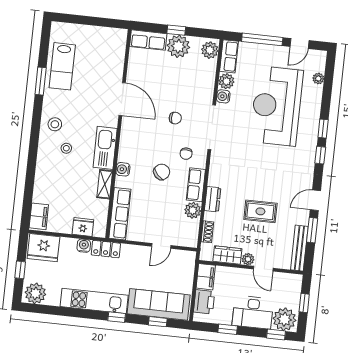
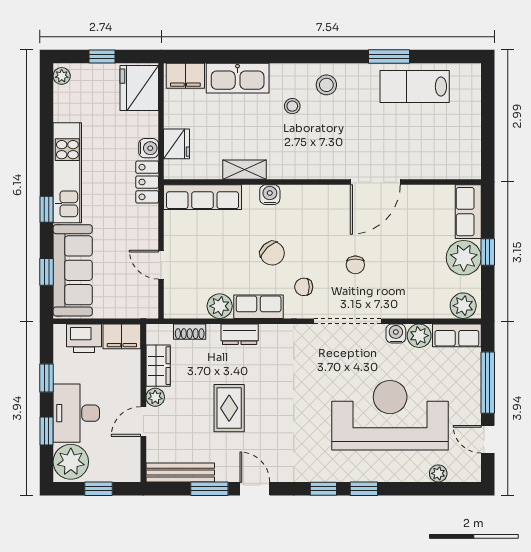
kitchen sink: (105, 148) -> (238, 78), moved, turned 180
plant: (35, 293) -> (62, 76), width x0.53, depth x0.53
window: (276, 334) -> (47, 431), moved

